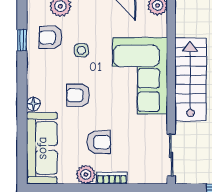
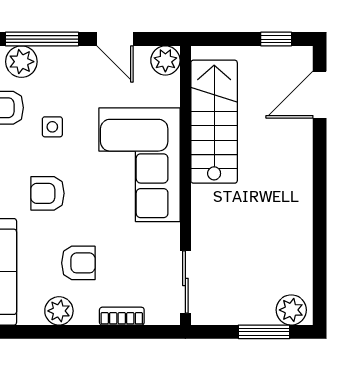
stairs: (190, 80) -> (214, 122), moved
bookcase: (112, 178) -> (122, 316), moved

